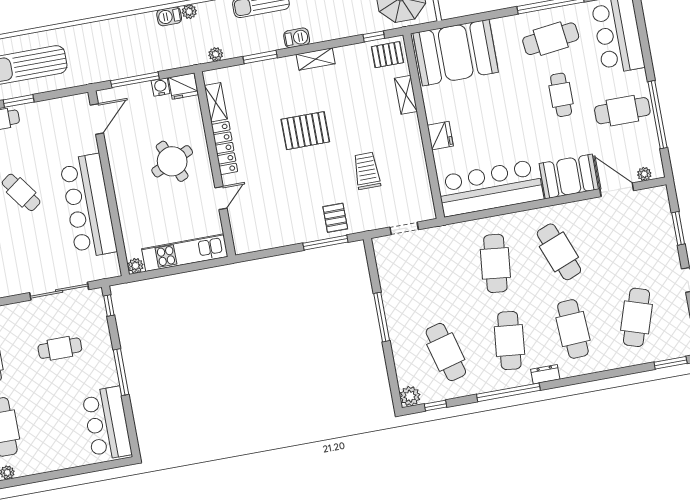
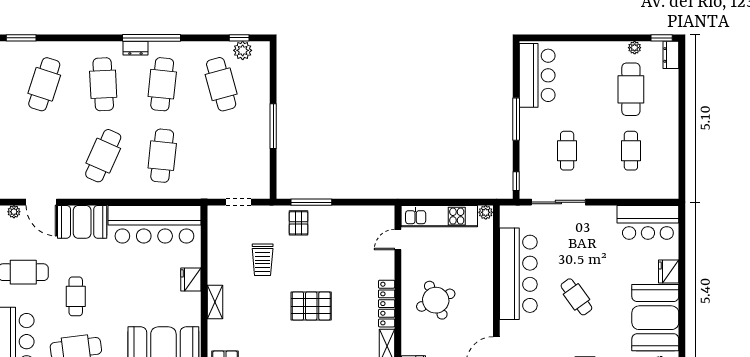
shelving: (406, 95) -> (215, 302), moved
door: (221, 198) -> (398, 240), moved
cafe table: (559, 252) -> (103, 156), turned 45
cafe table: (60, 348) -> (567, 151), turned 90
window: (508, 392) -> (152, 38), moved
plant: (410, 396) -> (243, 50), moved

